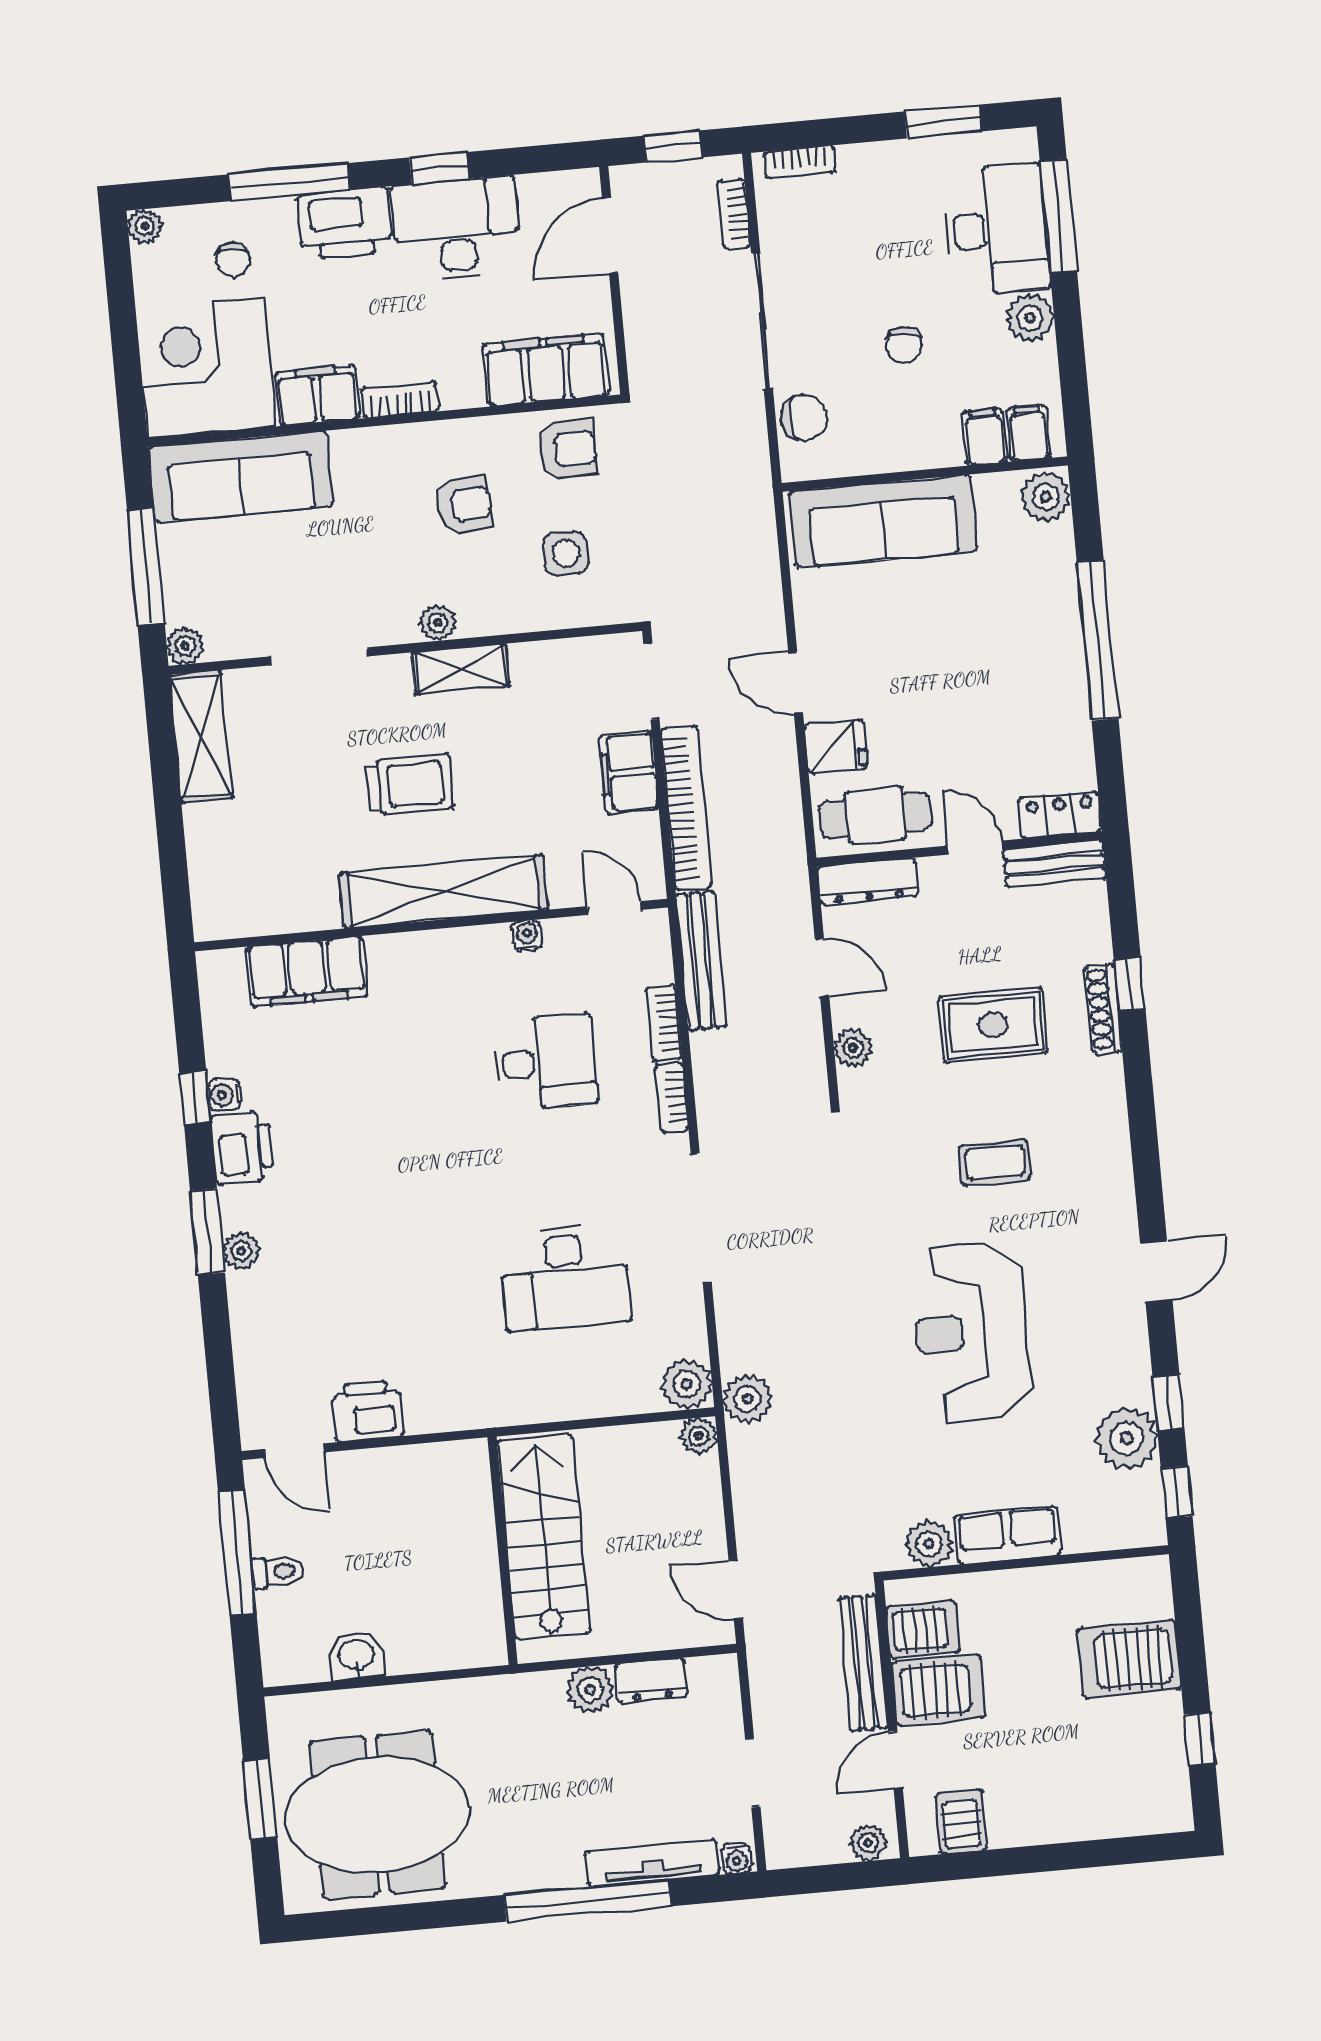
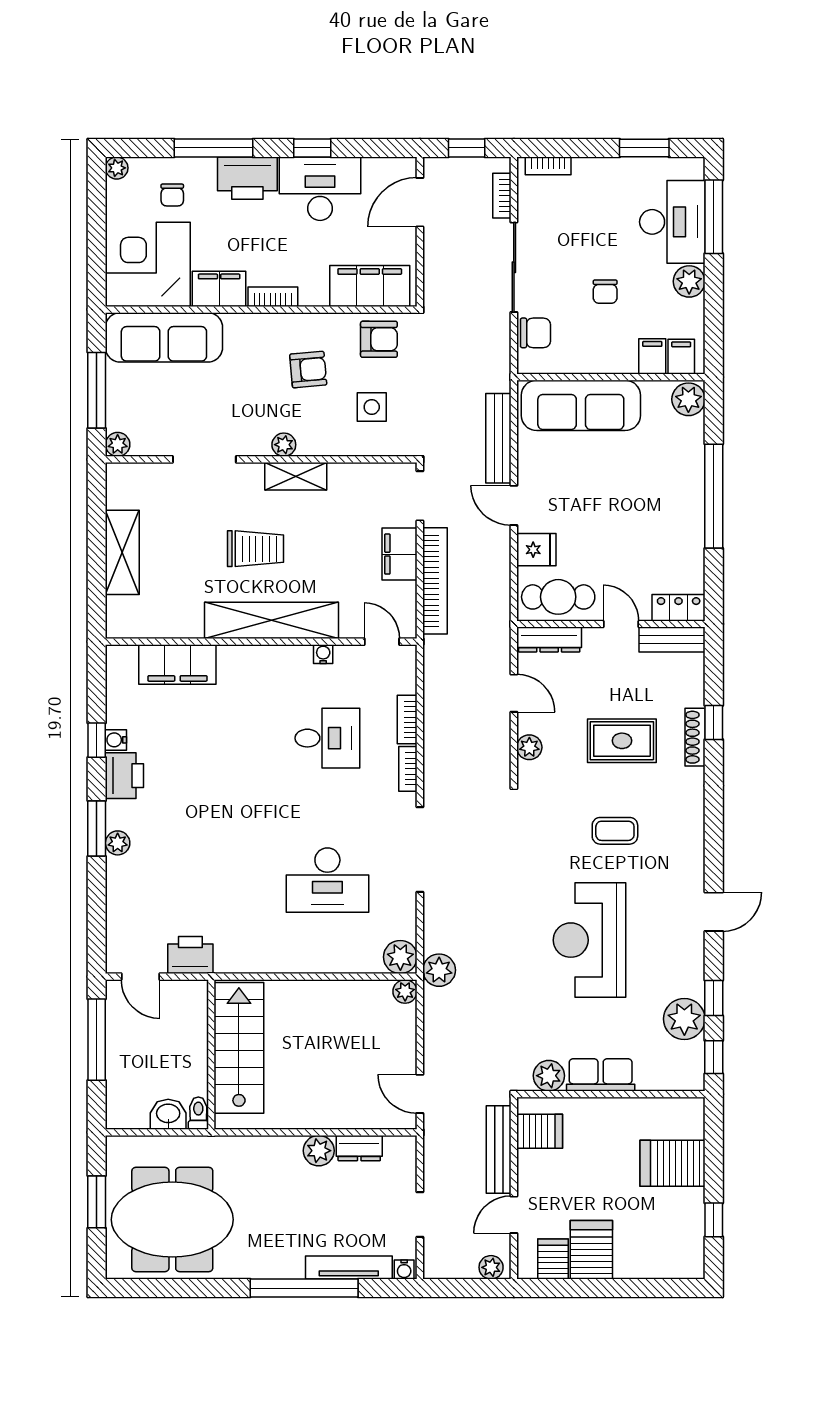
shelving: (201, 736) -> (122, 552), moved
bench: (701, 961) -> (498, 438), moved
stairs: (544, 1537) -> (239, 1048), moved
wall: (503, 1551) -> (211, 1054), moved
toilet: (277, 1572) -> (198, 1113), moved, turned -90
server rack: (939, 1690) -> (591, 1250), moved, turned -90

